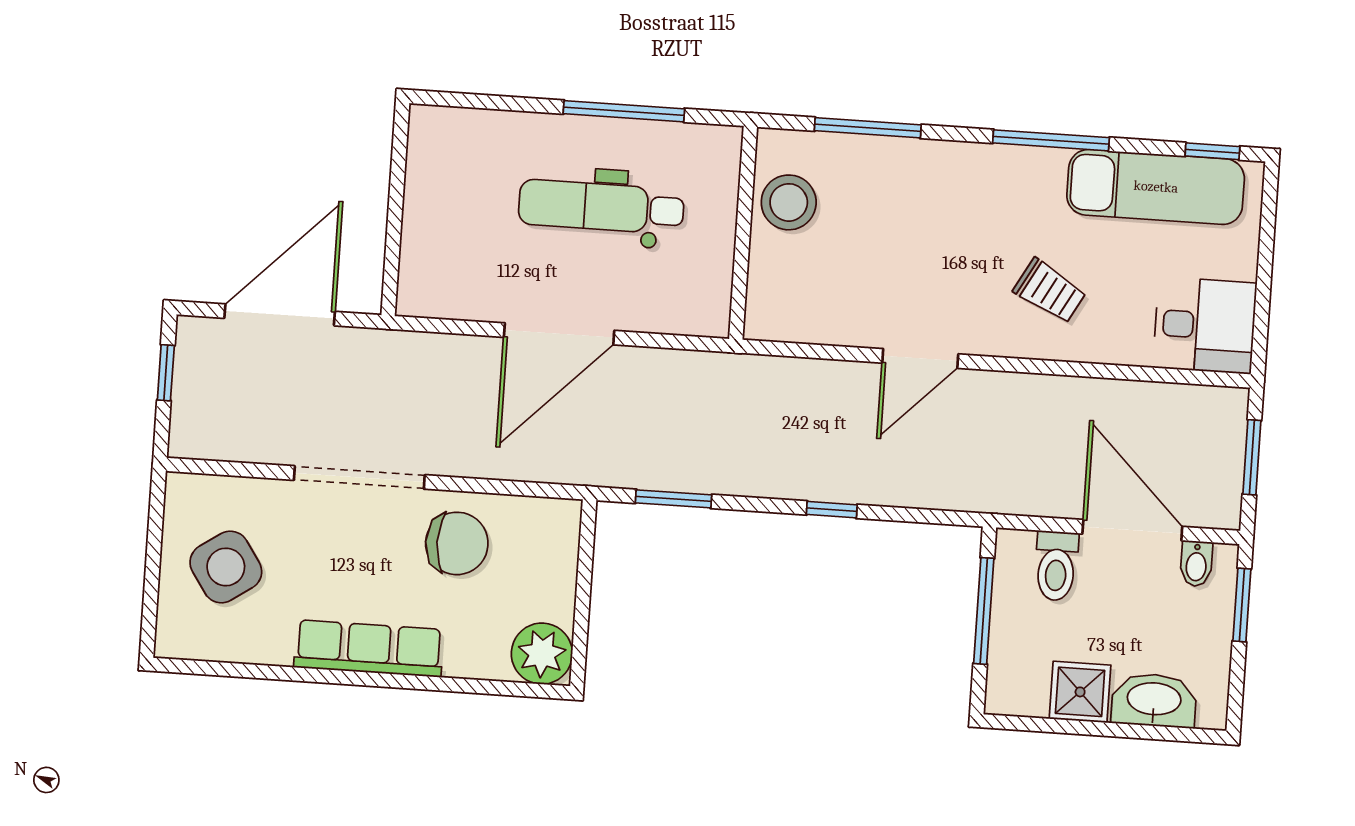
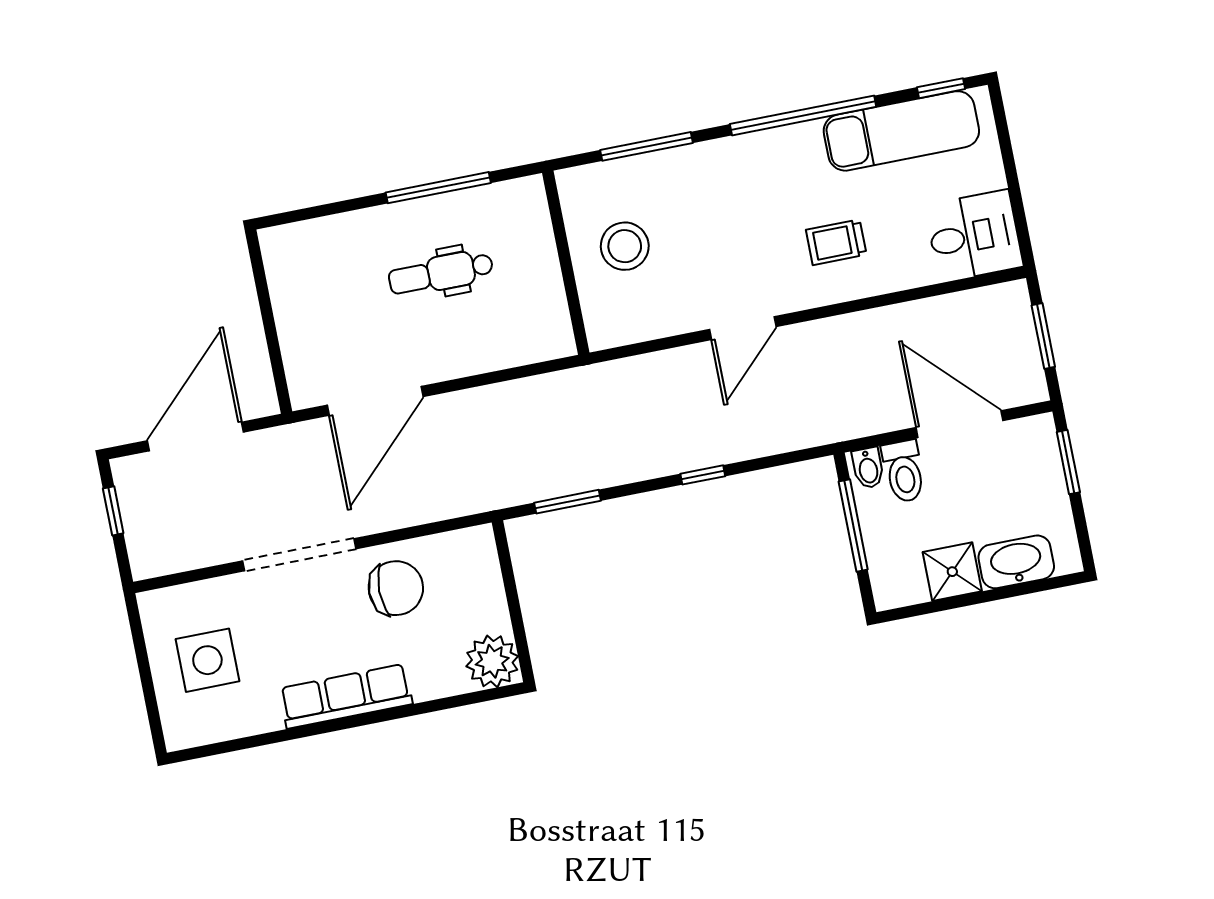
window: (1051, 140) -> (803, 115), width x1.46
stool: (789, 202) -> (625, 246), moved
dental chair: (601, 207) -> (441, 273), width x0.73, depth x0.72
trolley: (1050, 291) -> (836, 242), turned 151
door: (559, 334) -> (375, 401), moved
bidet: (1196, 564) -> (868, 468), moved
side table: (226, 567) -> (207, 660), turned 34

